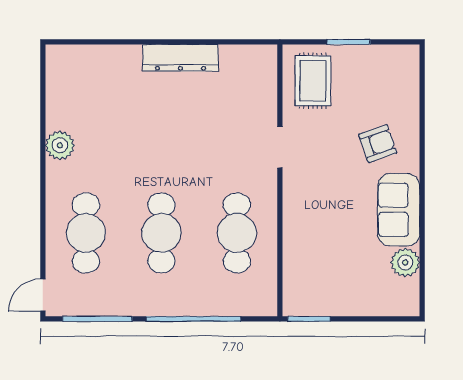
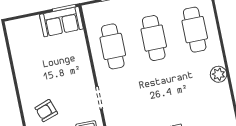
sofa: (399, 210) -> (61, 22), moved, turned 90
plant: (405, 263) -> (18, 49), removed

